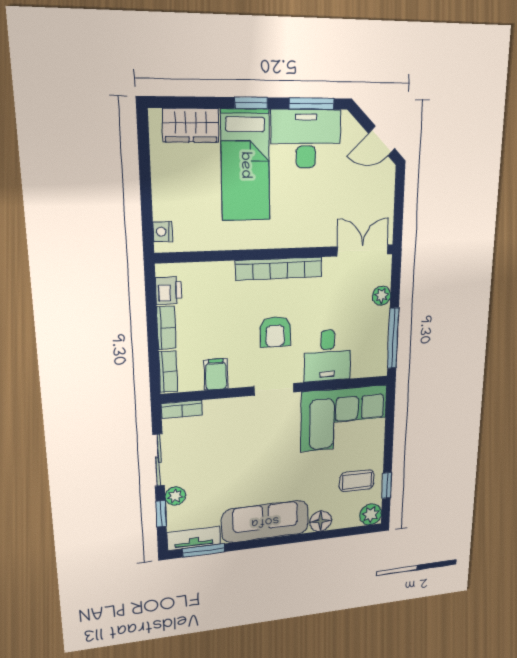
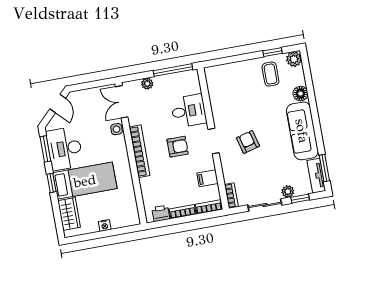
nightstand: (163, 232) -> (105, 225), moved
side table: (321, 235) -> (117, 129), added
corner sofa: (344, 418) -> (228, 92), removed
armchair: (263, 441) -> (248, 142), added

